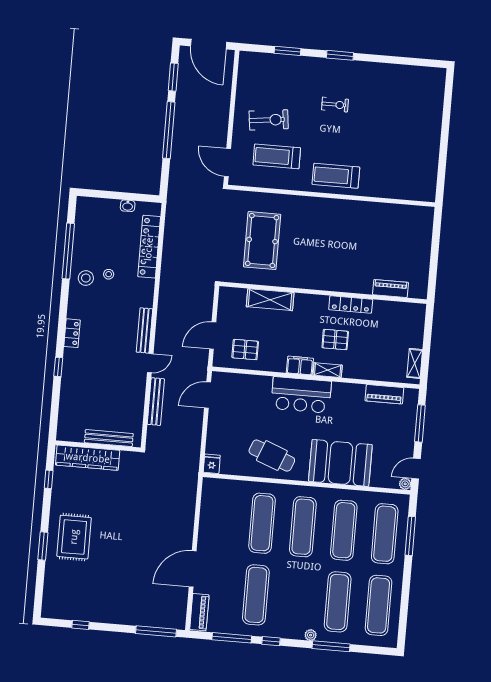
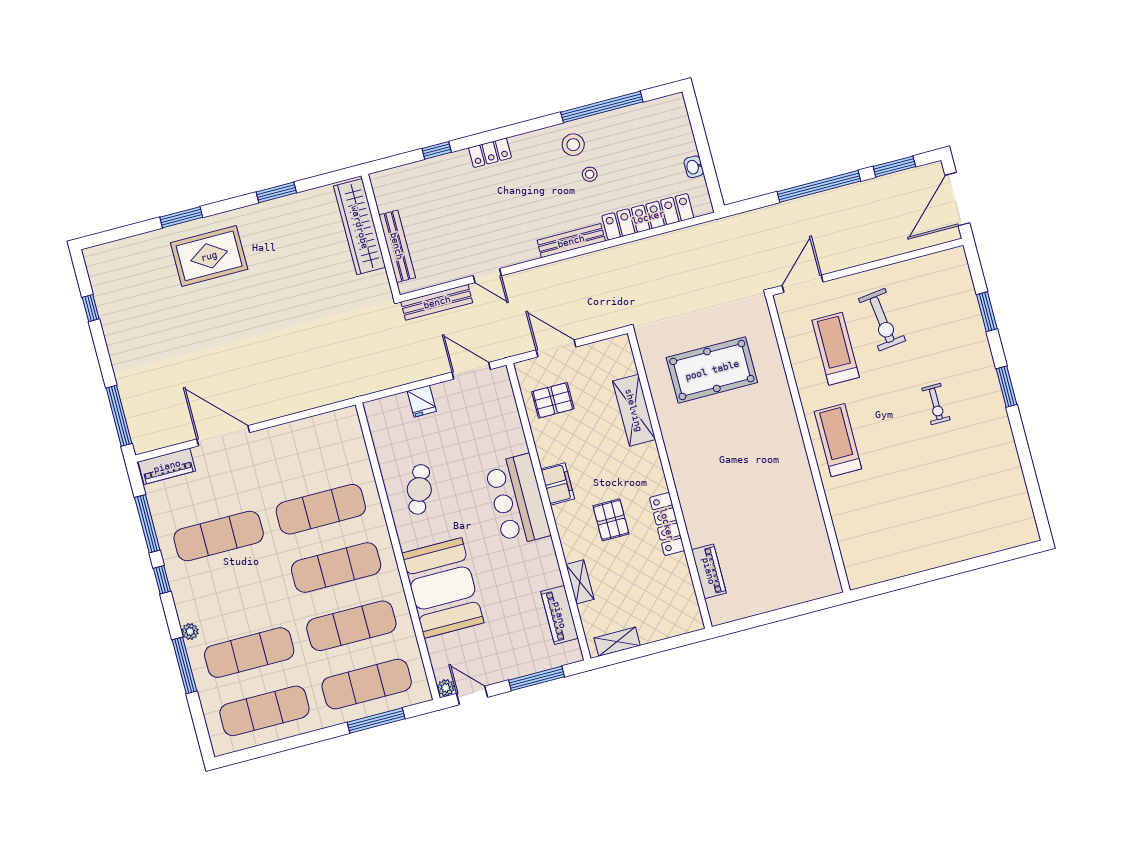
bench: (144, 330) -> (571, 241), moved
pallet: (245, 350) -> (553, 400), turned 90
shelving: (328, 370) -> (580, 582), moved
bench: (109, 438) -> (397, 246), moved
wall: (98, 446) -> (381, 235), moved
cafe table: (272, 456) -> (419, 489), width x0.73, depth x0.74
wardrobe: (88, 458) -> (360, 227), moved
fridge: (212, 464) -> (422, 401), moved, turned 90
window: (49, 479) -> (276, 192), width x1.50

